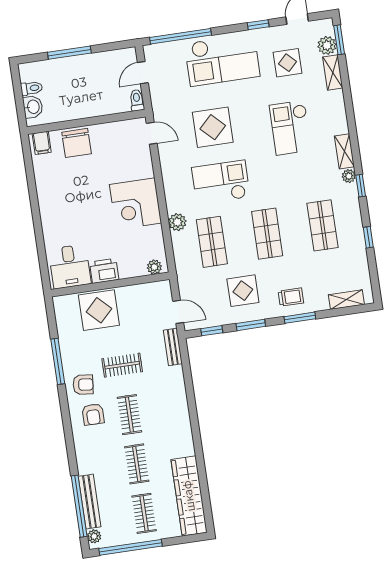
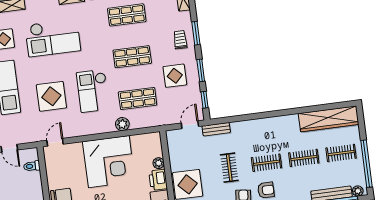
toilet: (137, 100) -> (32, 166), moved
checkout: (290, 128) -> (53, 38), width x1.36, depth x1.21
corner desk: (136, 204) -> (109, 162), width x1.36, depth x1.36
plant: (154, 267) -> (159, 163), moved

